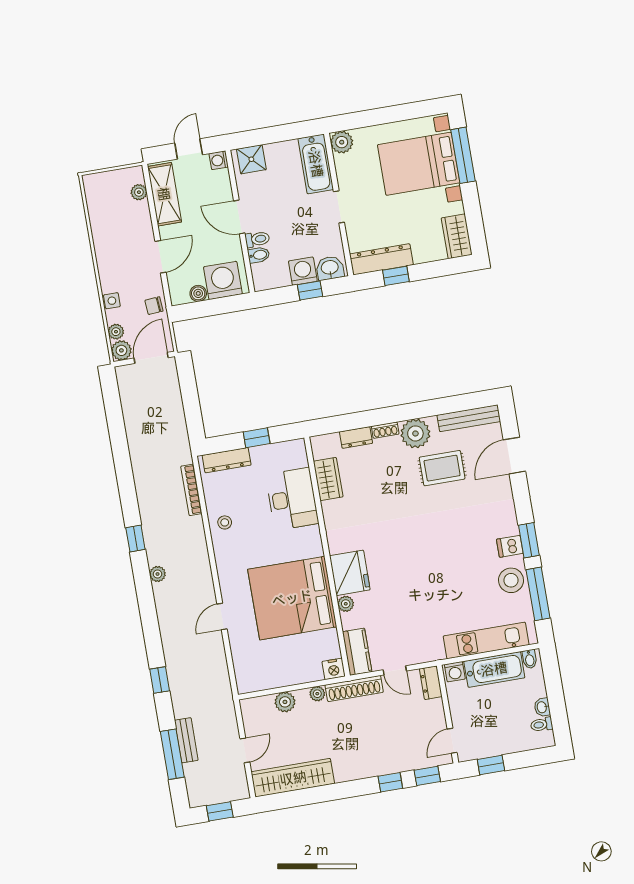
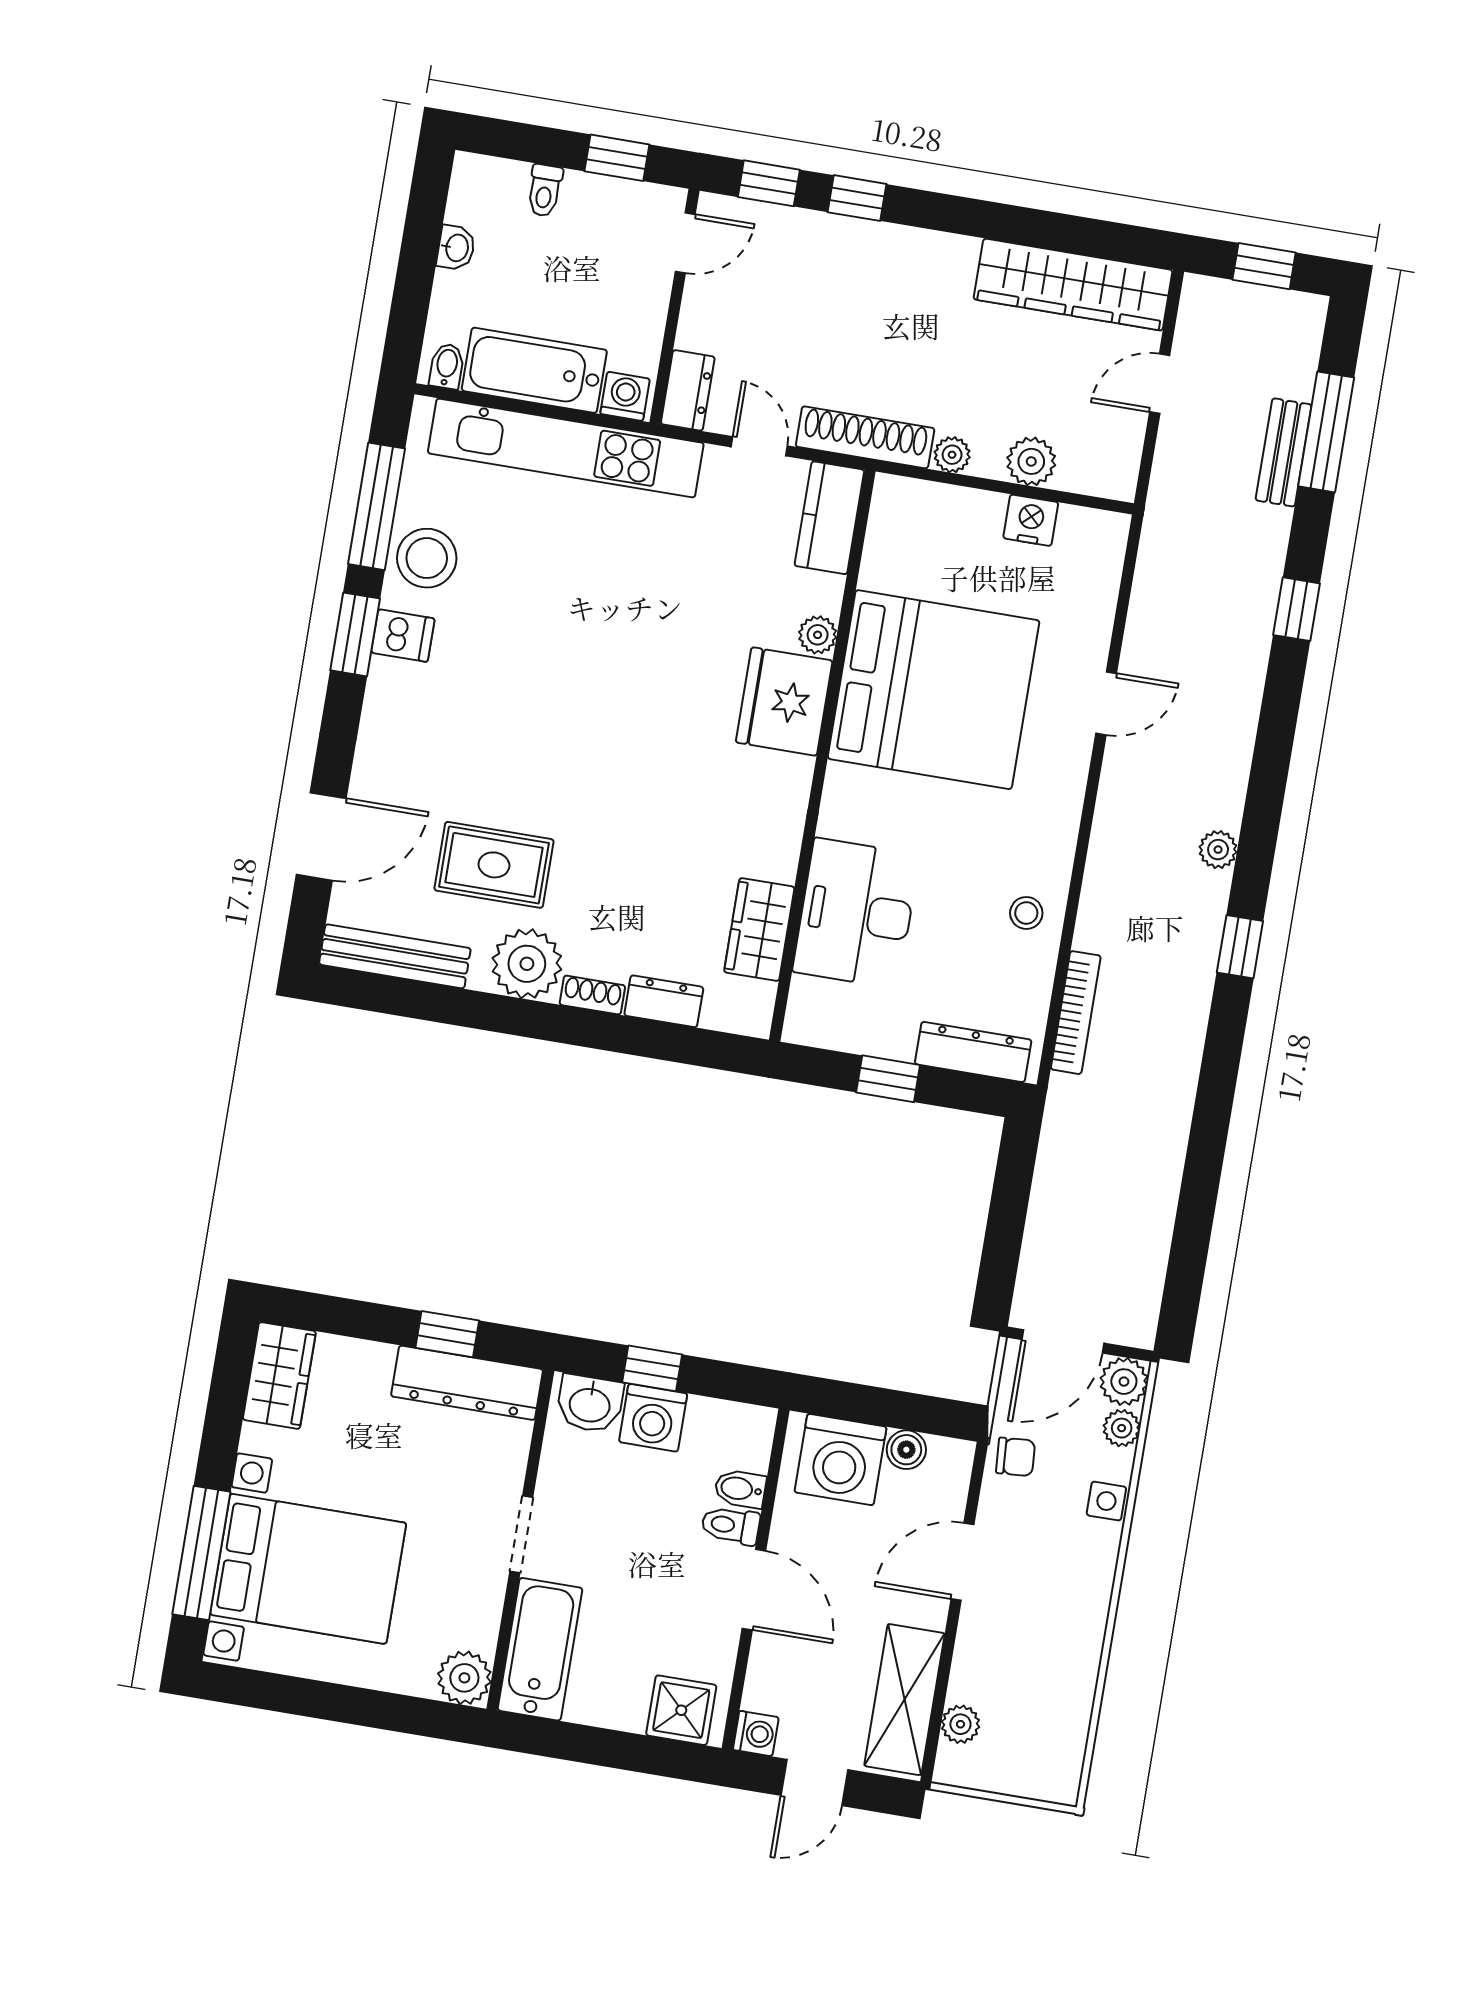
kitchen unit: (486, 640) -> (566, 448), width x1.36
nightstand: (334, 669) -> (1031, 520), moved
toilet: (542, 725) -> (545, 190), moved, turned 90

